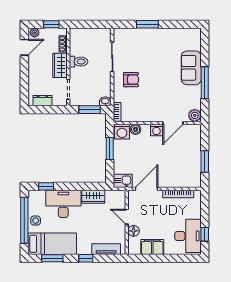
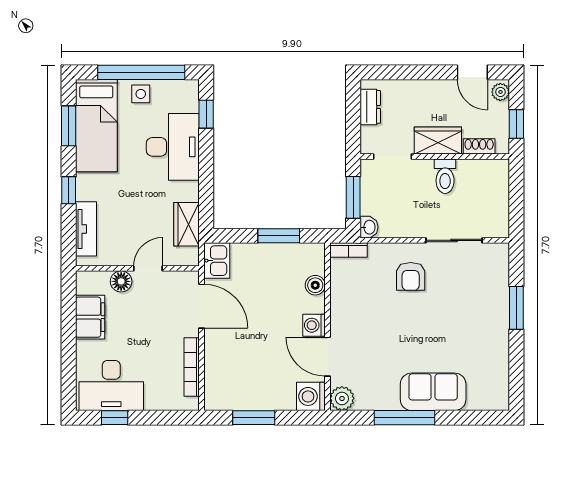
washing machine: (122, 132) -> (311, 396), moved
wardrobe: (93, 197) -> (186, 224), moved

